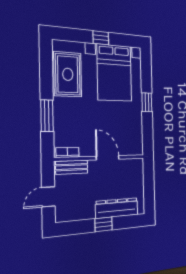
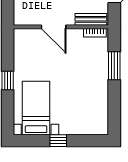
bed with nightstands: (114, 73) -> (36, 108), width x0.73
rug: (68, 74) -> (93, 104), removed

